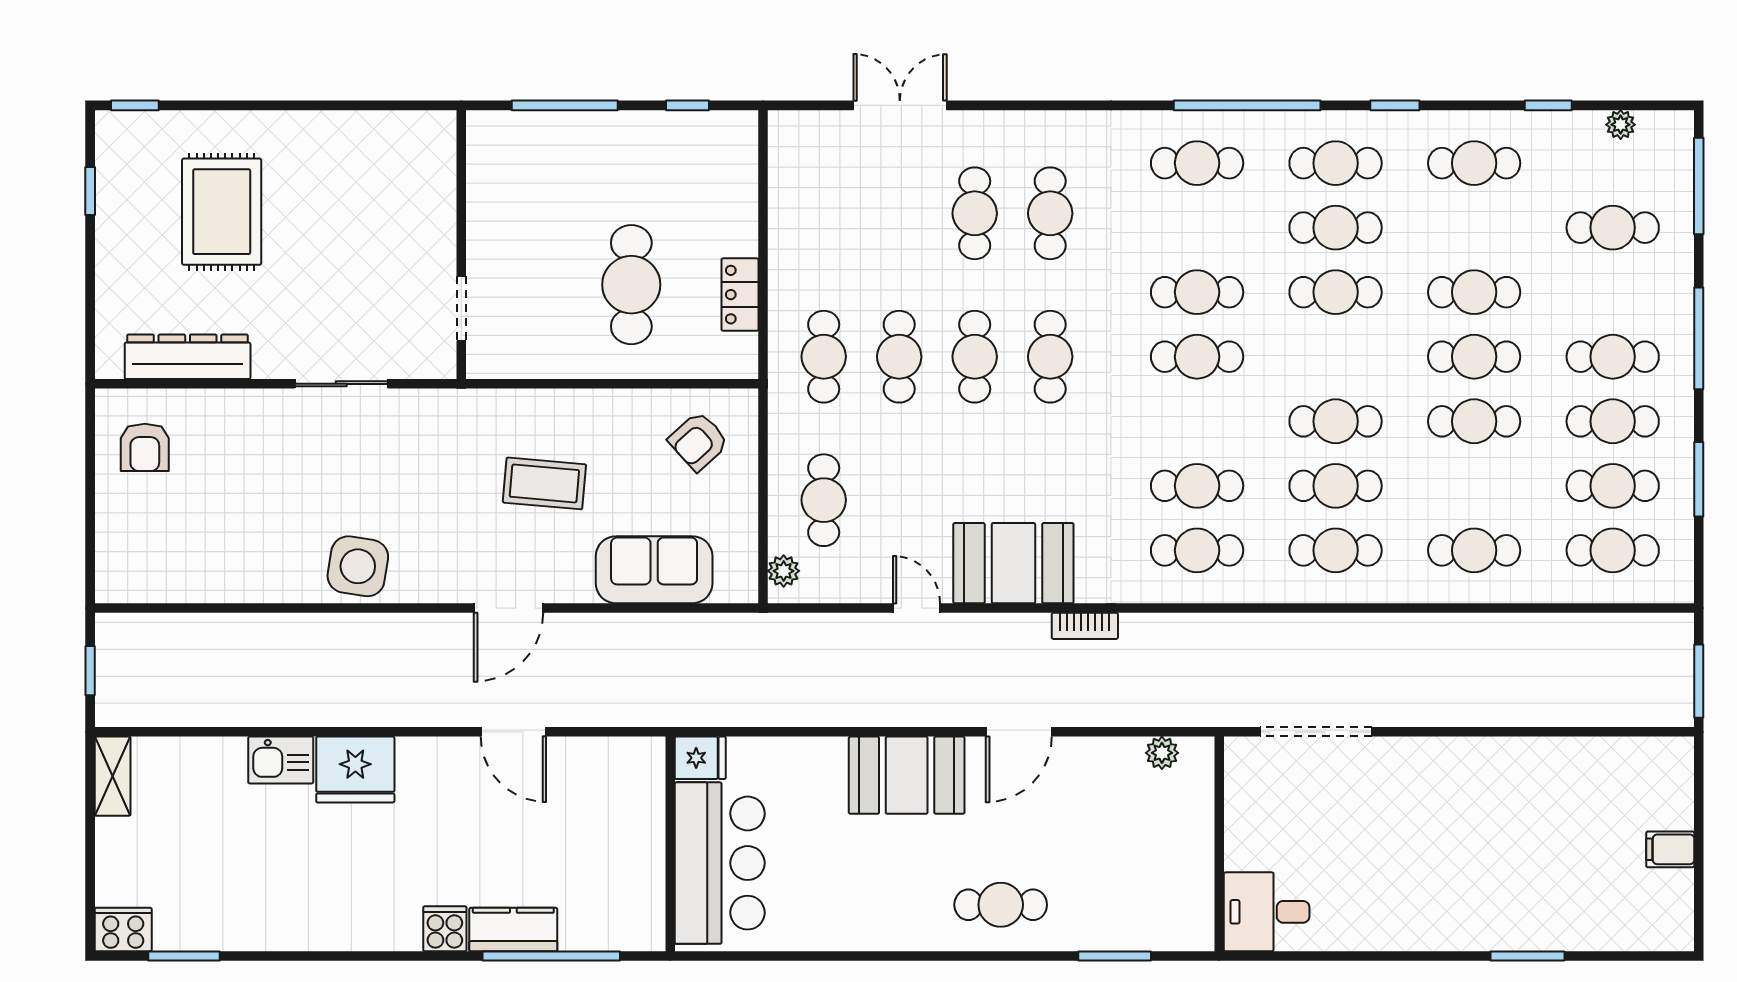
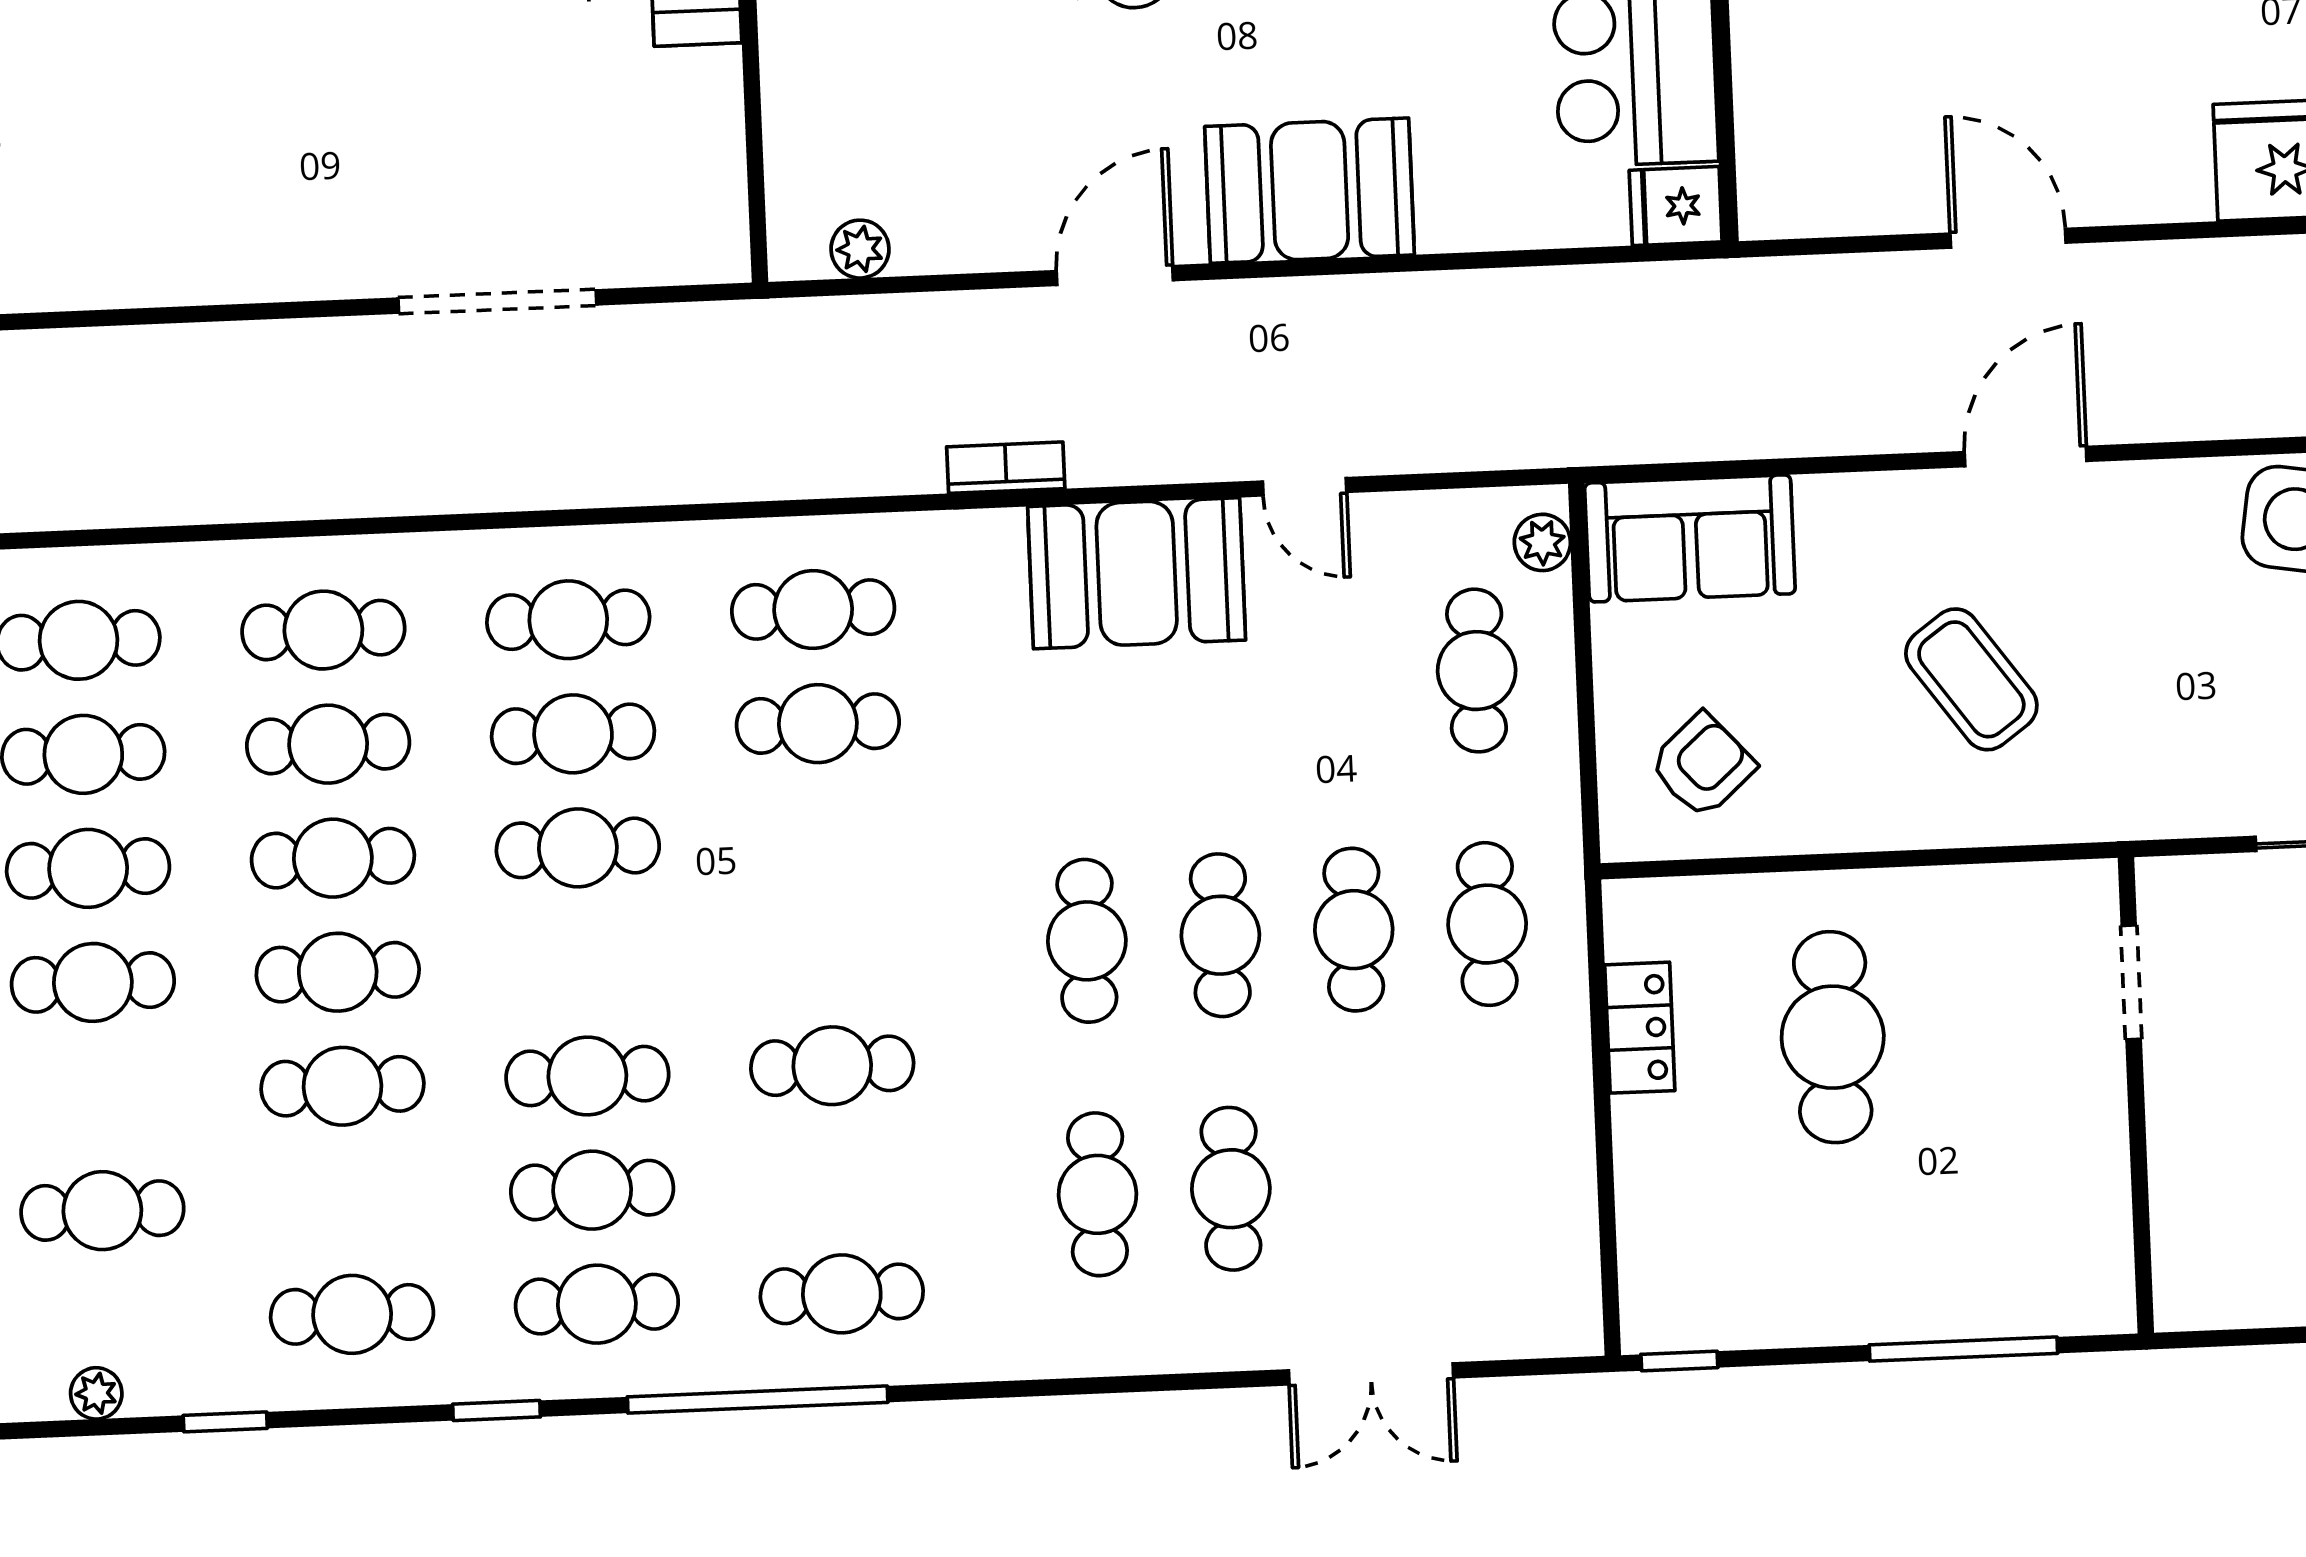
window: (688, 105) -> (1679, 1361), moved
cafe table: (1197, 357) -> (328, 744), moved
coffee table: (544, 483) -> (1971, 679), turned 49
sofa: (654, 570) -> (1690, 538), moved
doorway: (1316, 732) -> (497, 301), moved

